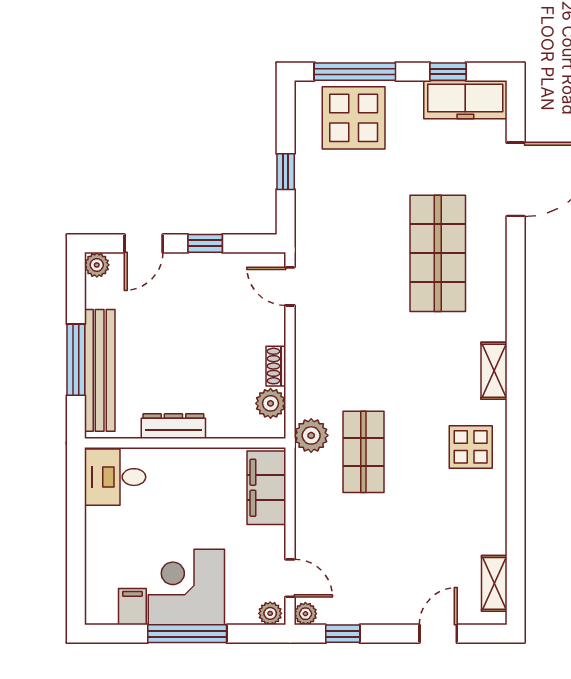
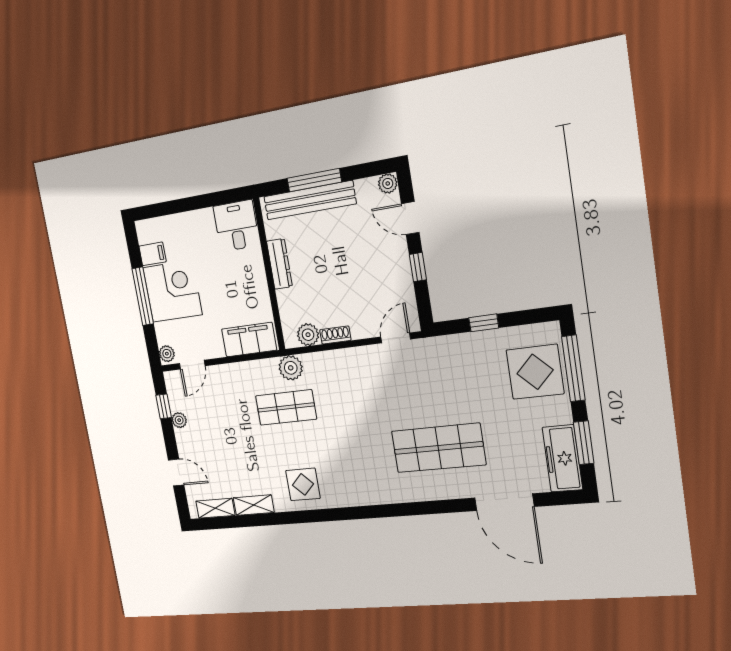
window: (448, 72) -> (584, 443), width x1.50
shelving: (494, 371) -> (254, 505), moved
plant: (305, 614) -> (179, 420), moved

